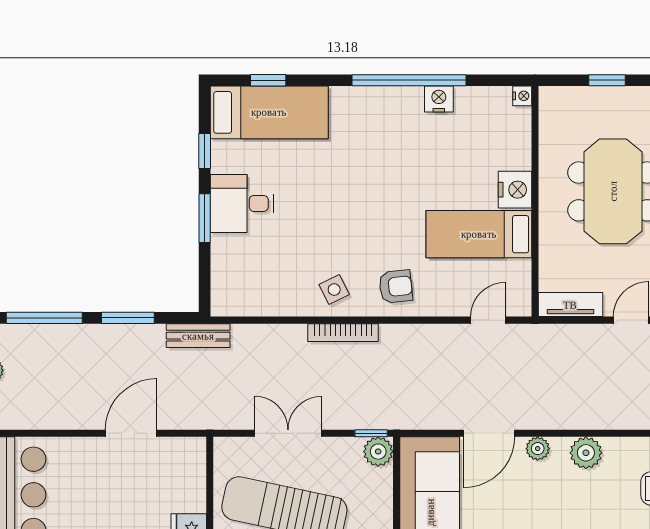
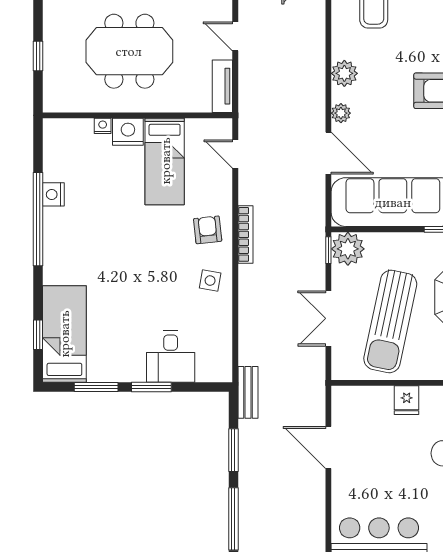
nightstand: (522, 96) -> (103, 126), moved
window: (205, 151) -> (96, 387), width x1.50
desk: (242, 203) -> (171, 357), moved
side table: (334, 290) -> (210, 281), turned 36
bookcase: (343, 333) -> (245, 234), moved
plant: (378, 452) -> (348, 249), width x1.36, depth x1.36

